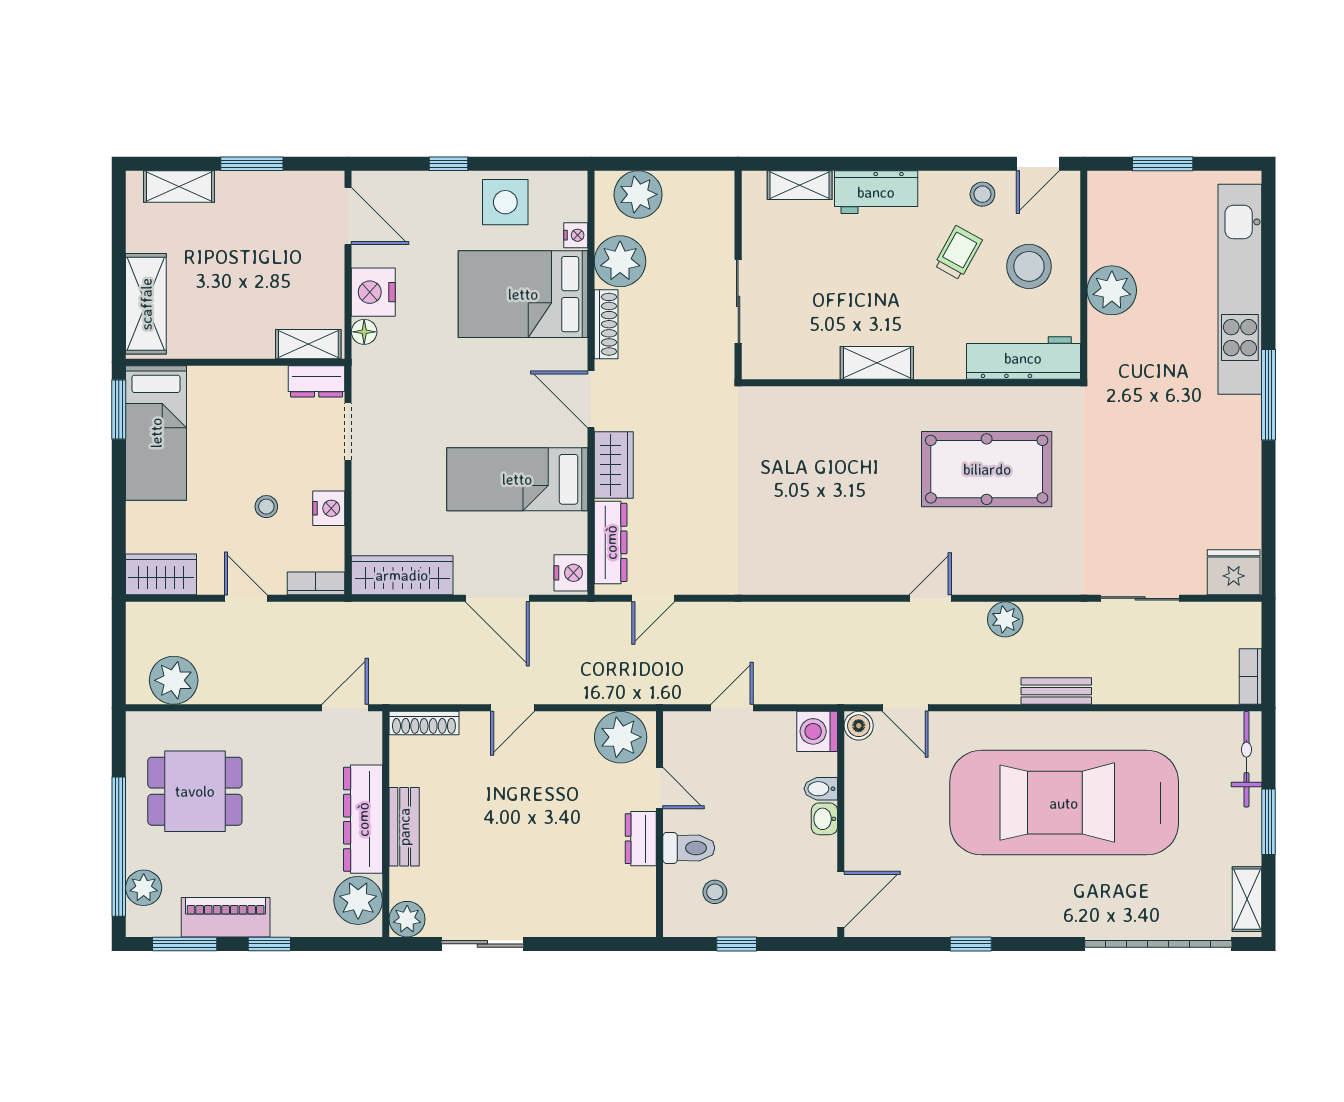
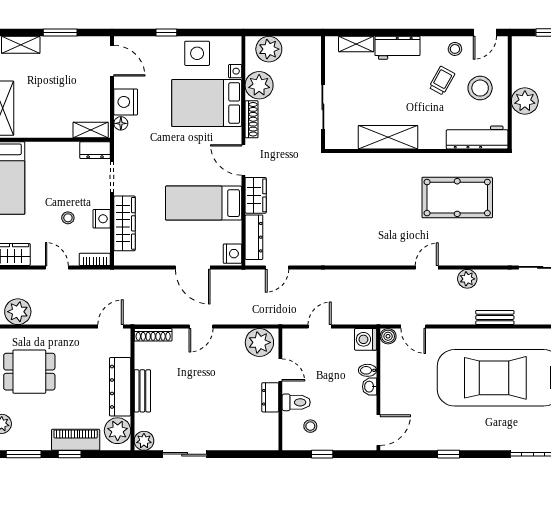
shelving: (877, 363) -> (388, 137), width x1.50, depth x1.33
wardrobe: (402, 575) -> (125, 223), moved, turned 90
piano: (226, 917) -> (76, 440), moved

